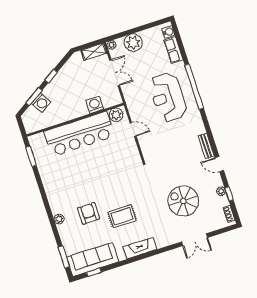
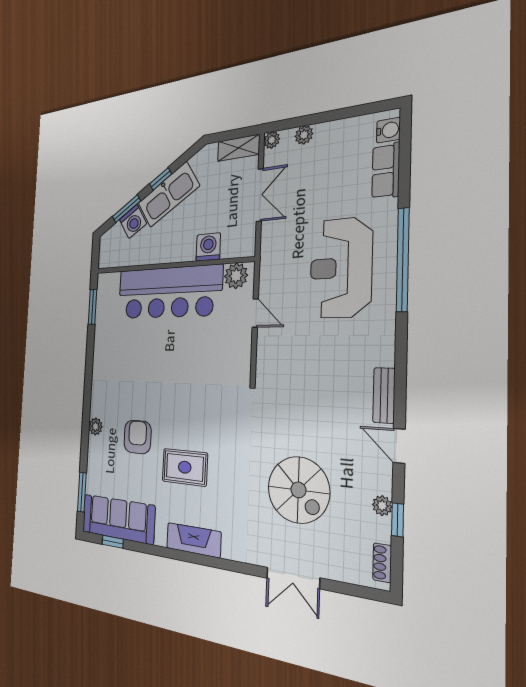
plant: (133, 43) -> (304, 135), width x0.53, depth x0.53
kitchen sink: (59, 83) -> (168, 195), added
spiral stairs: (183, 201) -> (298, 490), turned 180

